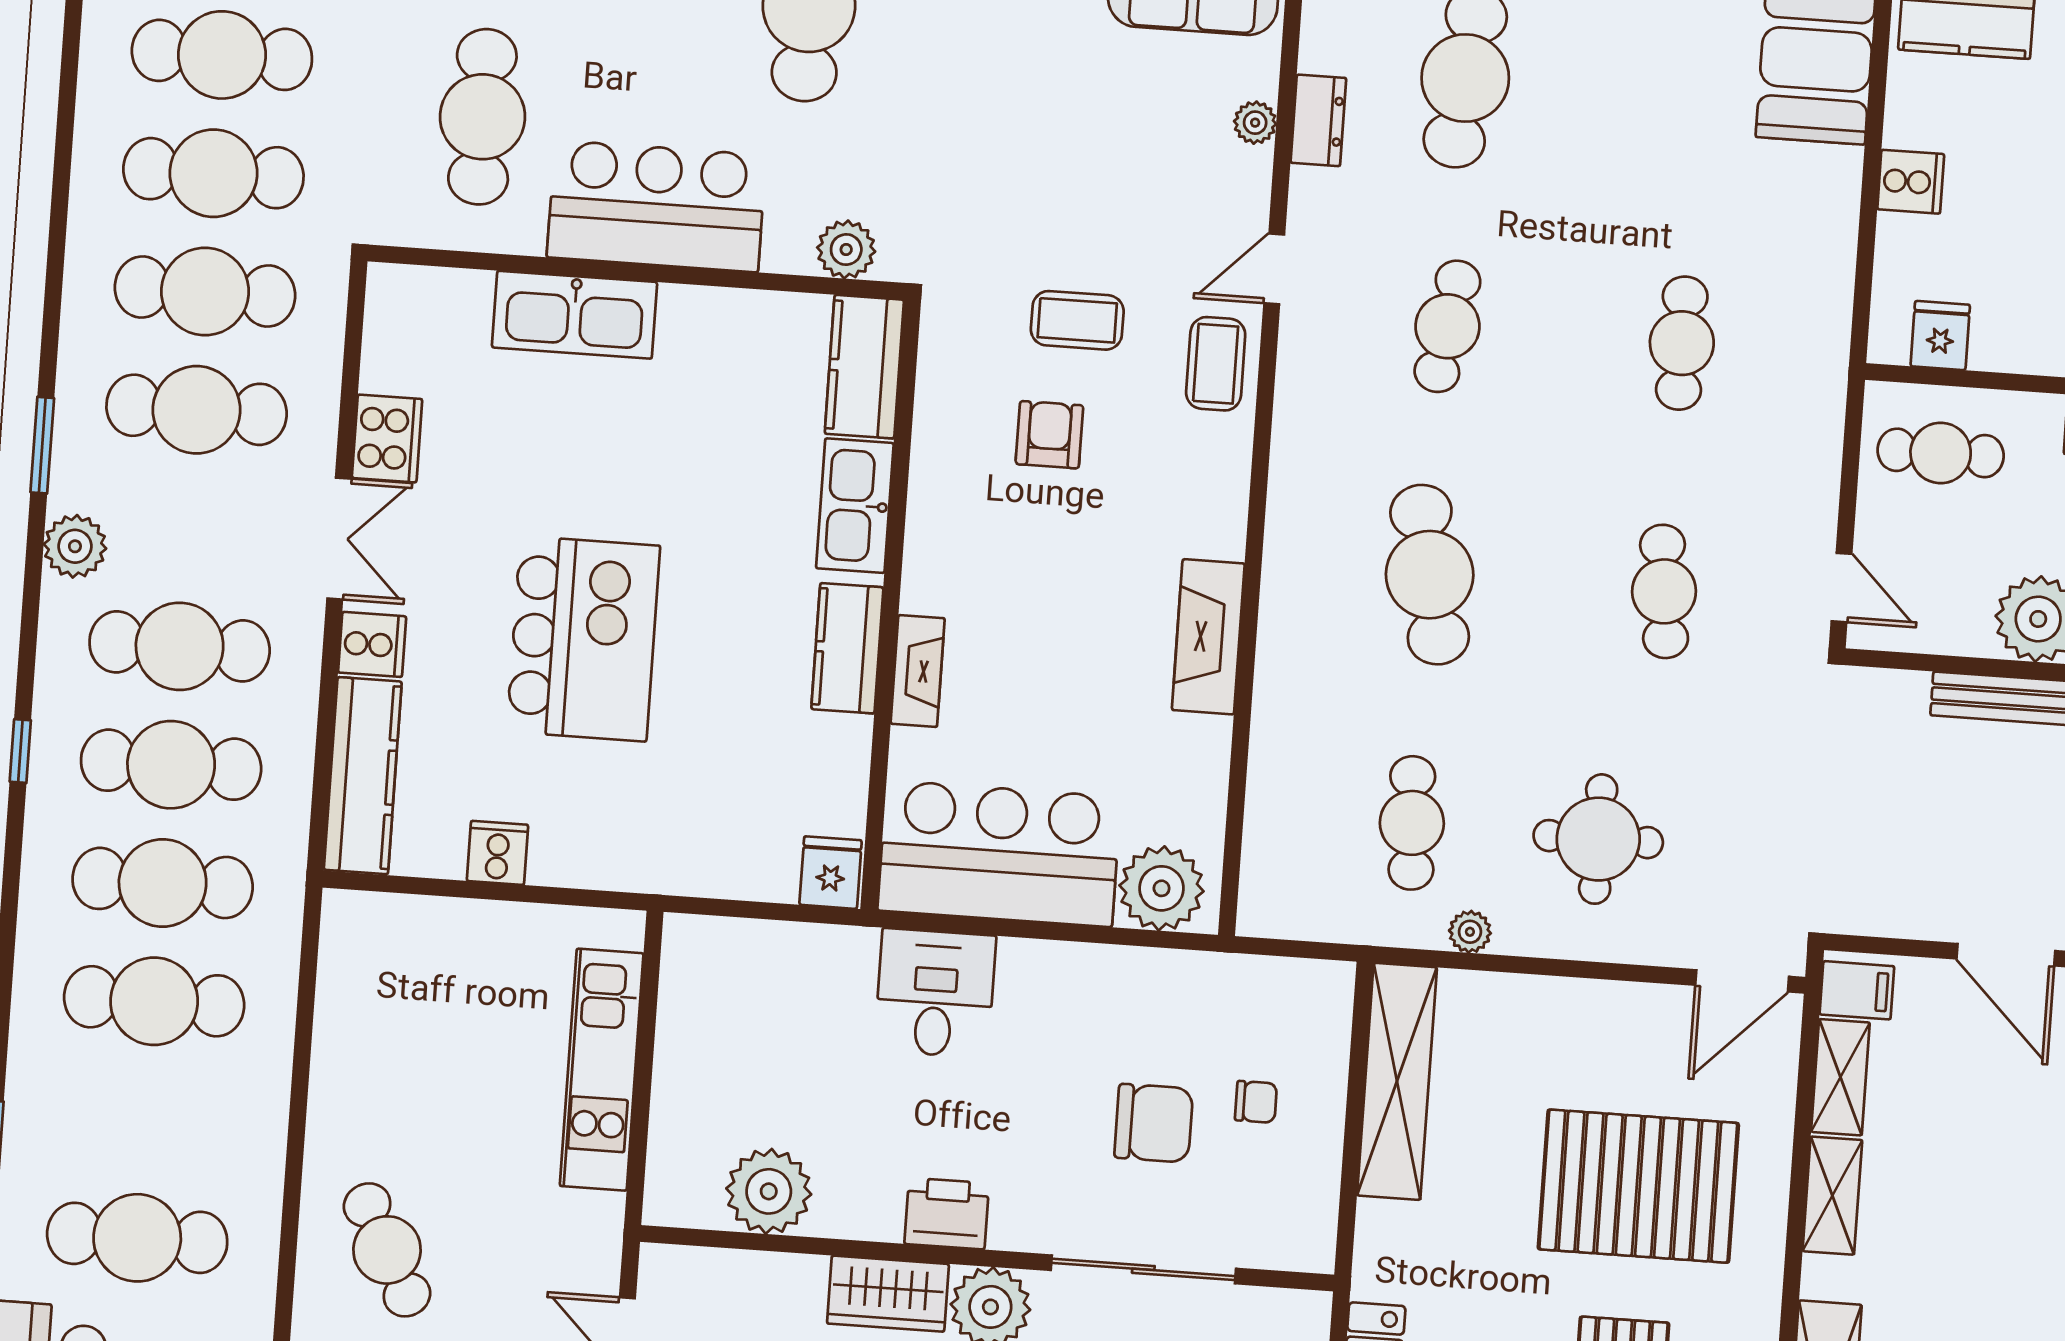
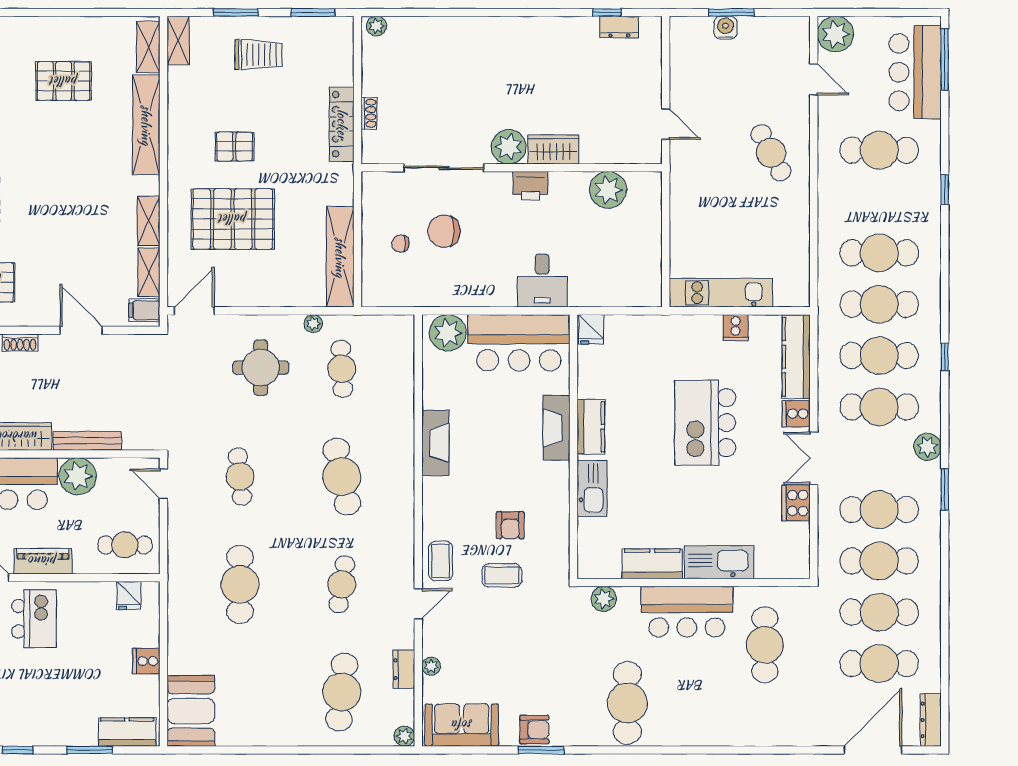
cafe table: (1682, 343) -> (240, 584), width x1.37, depth x1.35
kitchen counter: (864, 367) -> (652, 564), moved, turned -90
fireplace: (918, 671) -> (557, 428), width x1.37, depth x1.32
kitchen unit: (602, 1070) -> (721, 293), moved, turned -90

